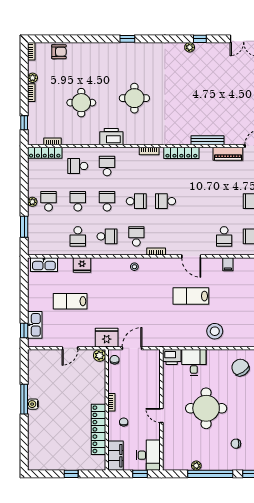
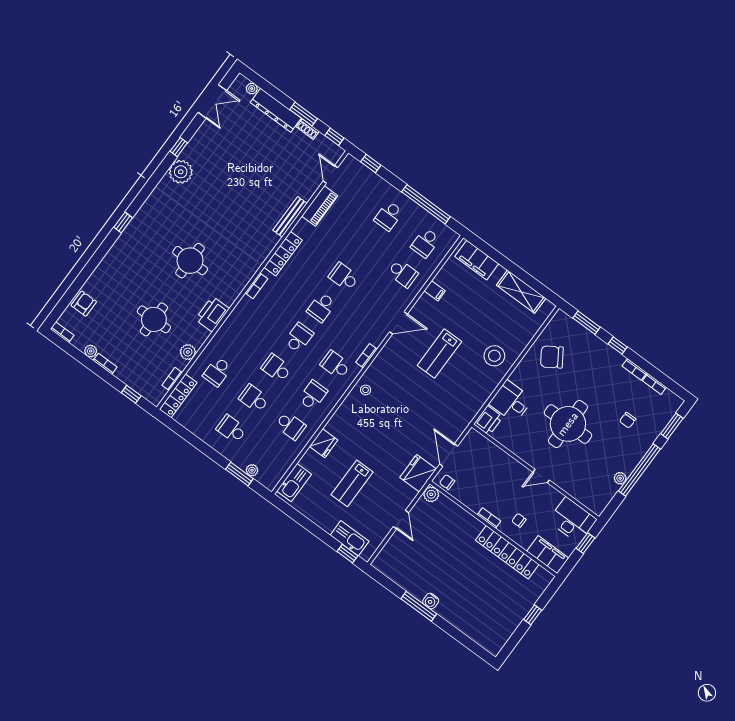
plant: (190, 47) -> (181, 172), width x1.88, depth x1.88
plant: (76, 139) -> (188, 352), added
school desk: (107, 166) -> (344, 277), moved
plant: (32, 202) -> (252, 470), moved

